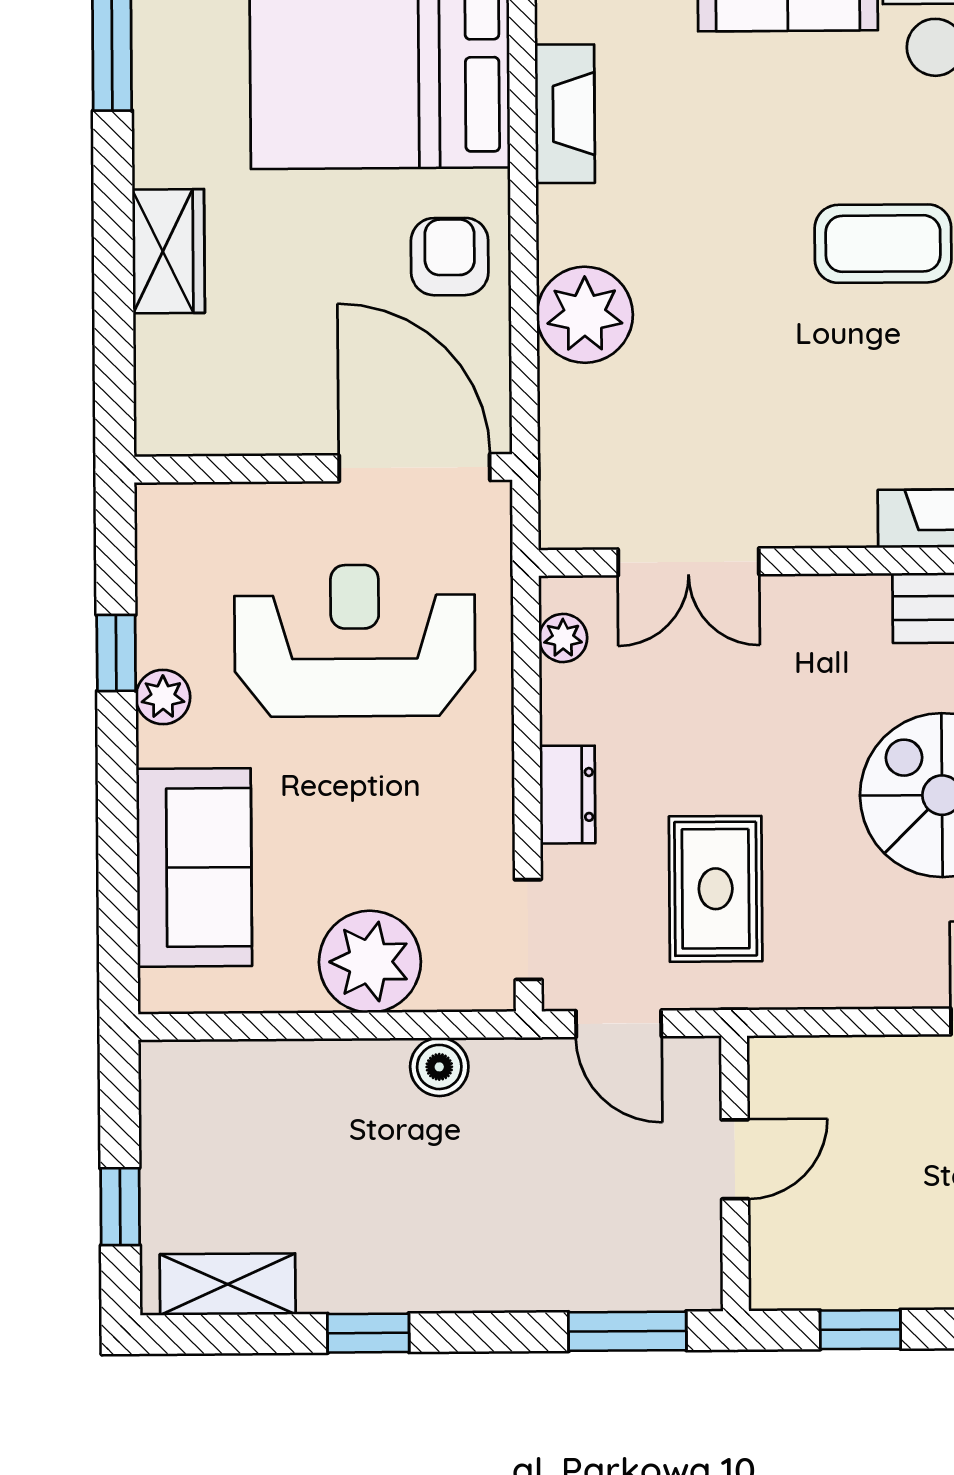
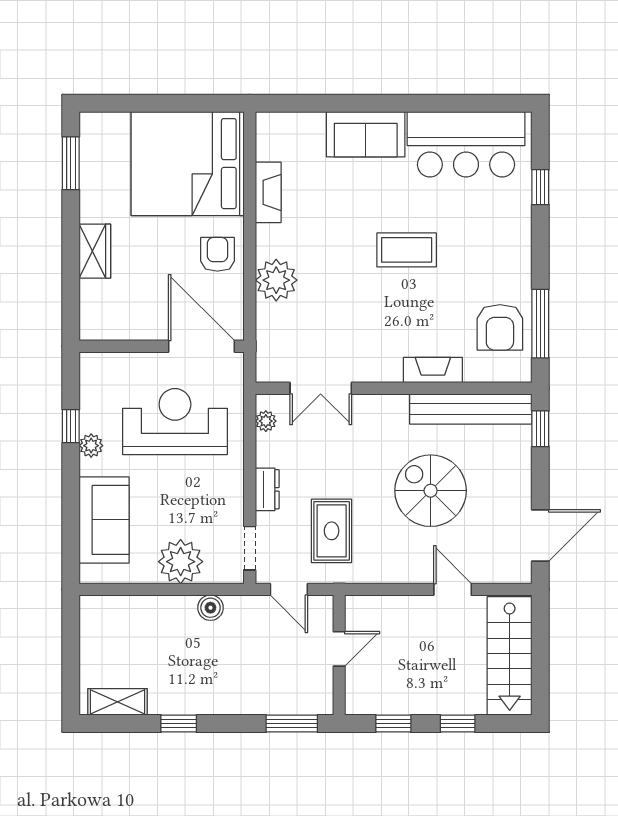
window: (120, 1207) -> (71, 668), removed

